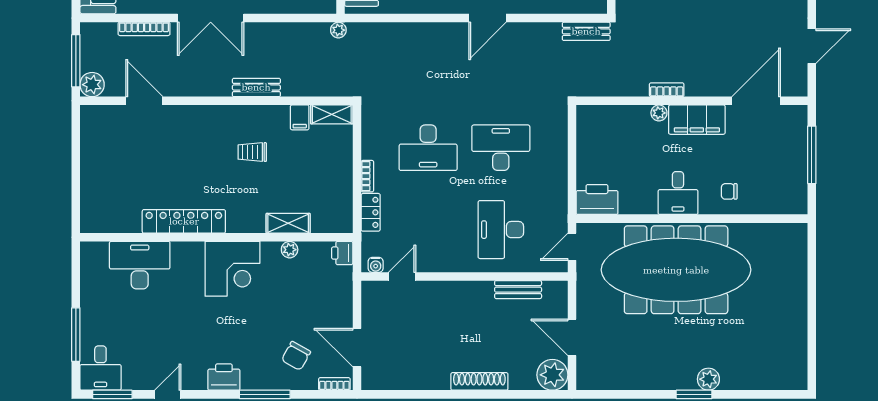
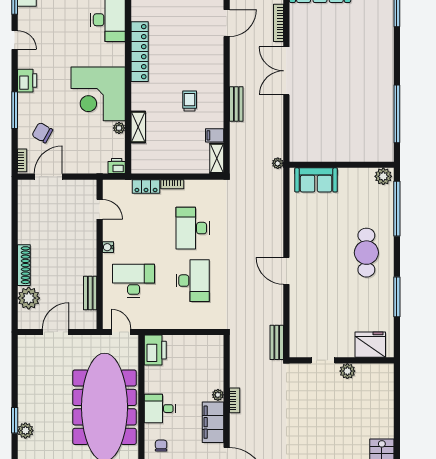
water cooler: (376, 265) -> (108, 247), moved
corner desk: (233, 269) -> (98, 94), width x1.36, depth x1.36
plant: (552, 375) -> (29, 298), moved

